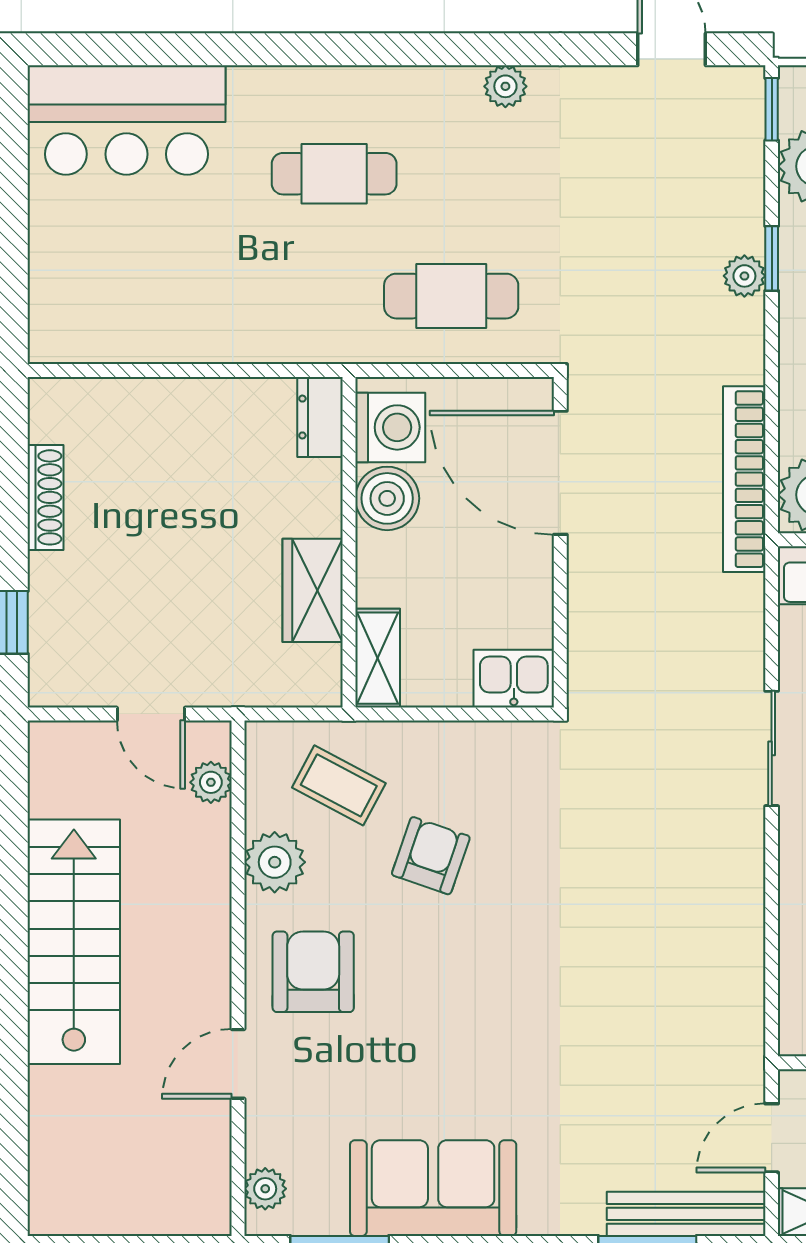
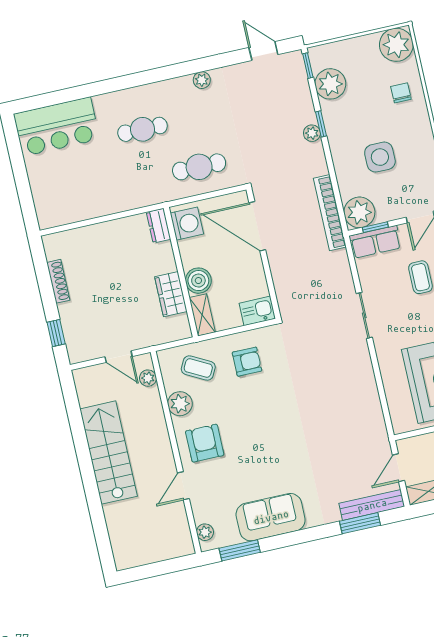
boiler: (387, 498) -> (198, 281), moved
armchair: (431, 856) -> (247, 362), moved, turned 71

